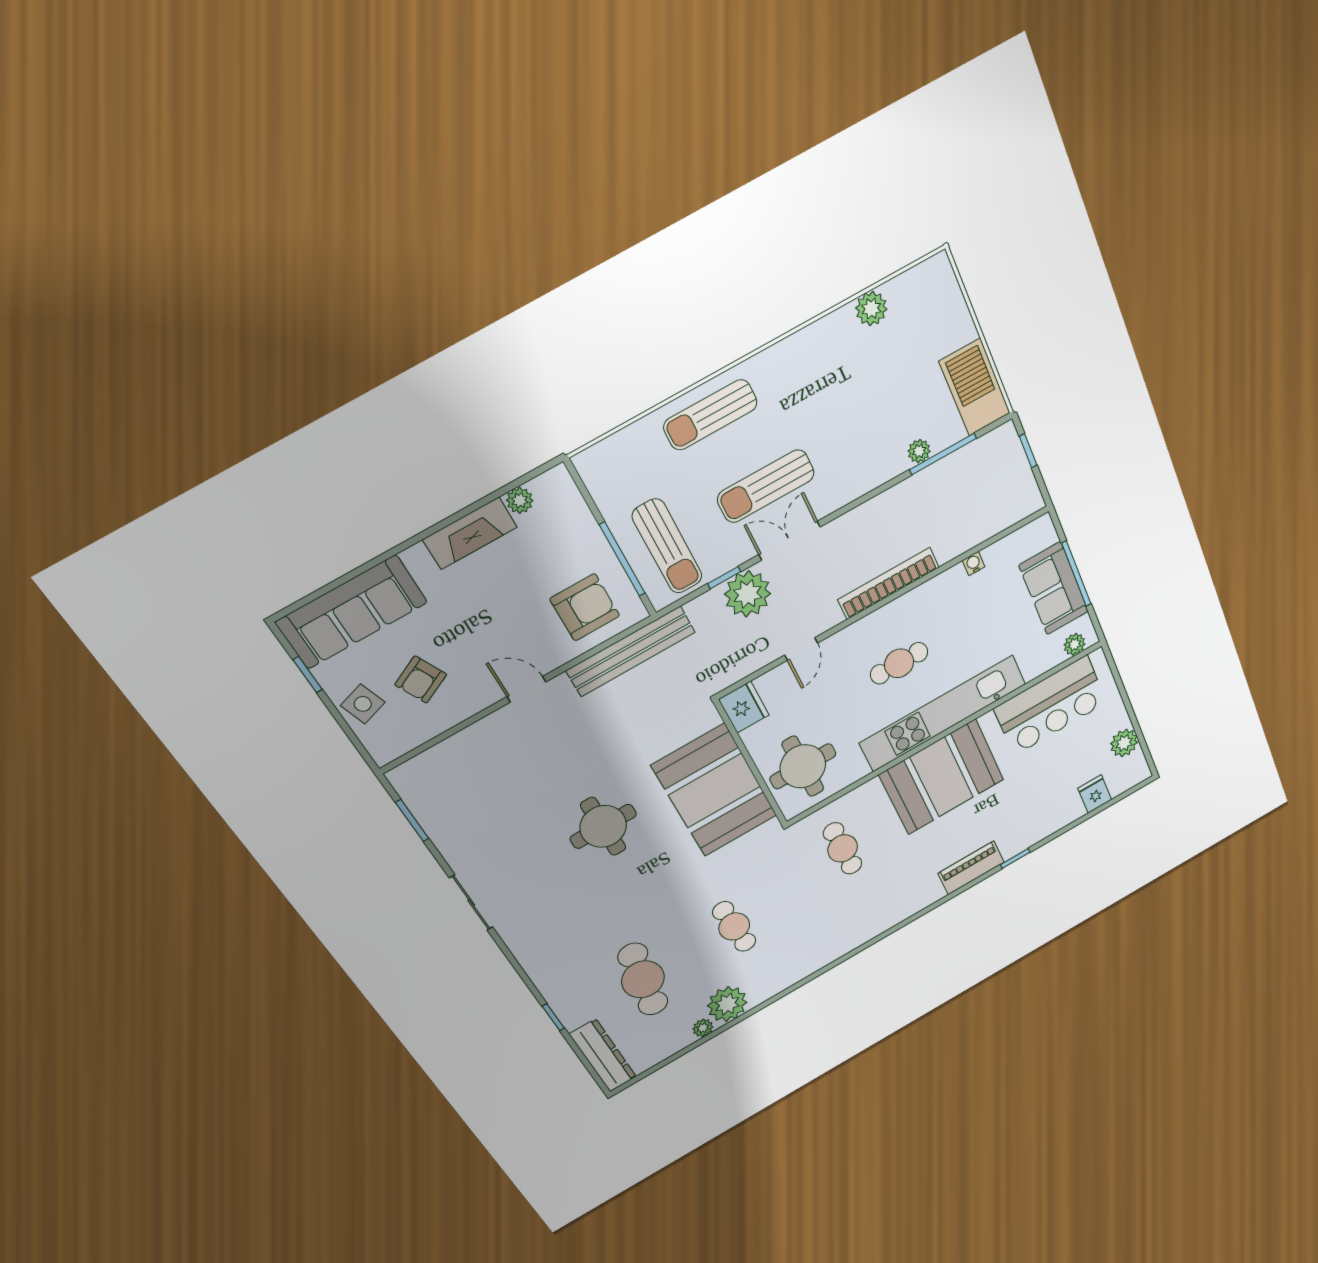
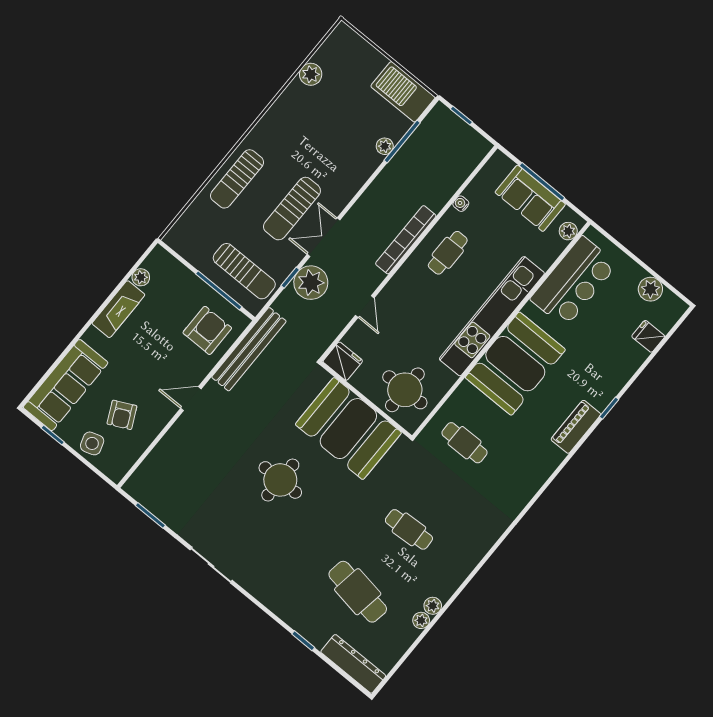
cafe table: (899, 663) -> (448, 253), moved
plant: (727, 1004) -> (433, 606), width x0.53, depth x0.53

